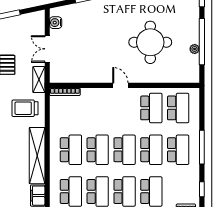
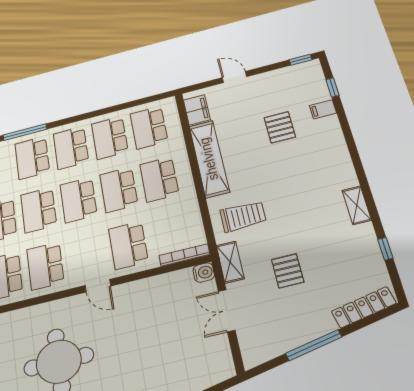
water cooler: (56, 23) -> (204, 272), moved
double door: (47, 49) -> (227, 311), swing flipped
school desk: (98, 108) -> (128, 245), added

